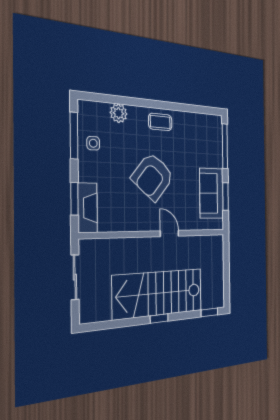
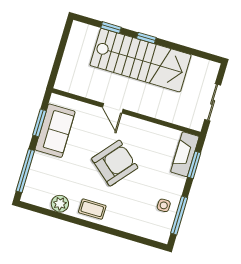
plant: (119, 113) -> (60, 204), moved
window: (209, 312) -> (111, 28), moved

